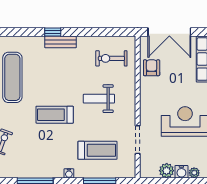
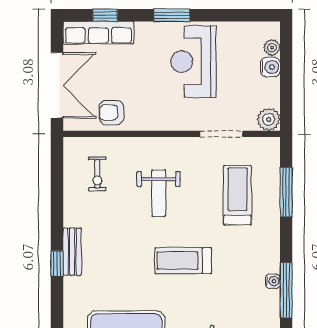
exercise bike: (111, 58) -> (97, 174), width x0.73, depth x0.72
treadmill: (55, 115) -> (183, 261), turned 90
plant: (167, 171) -> (269, 119), moved
water cooler: (69, 173) -> (273, 281), moved

